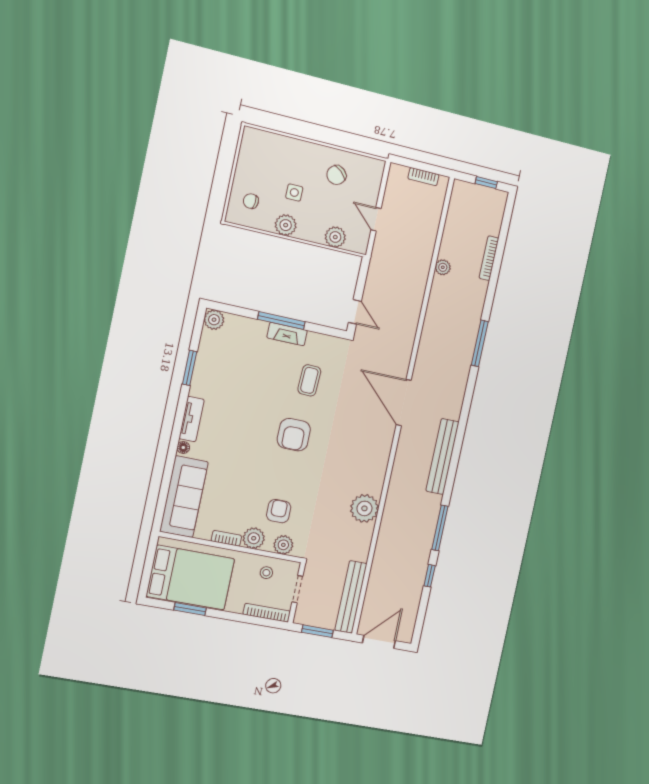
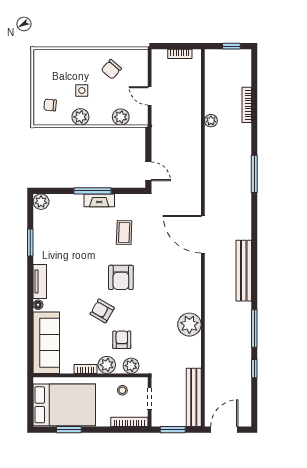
armchair: (262, 471) -> (102, 311), added

